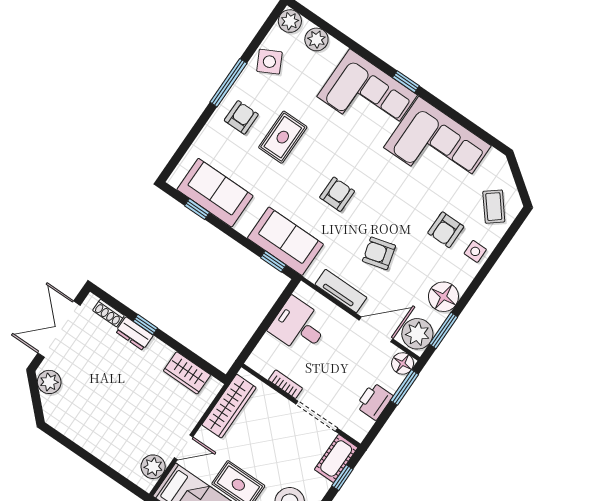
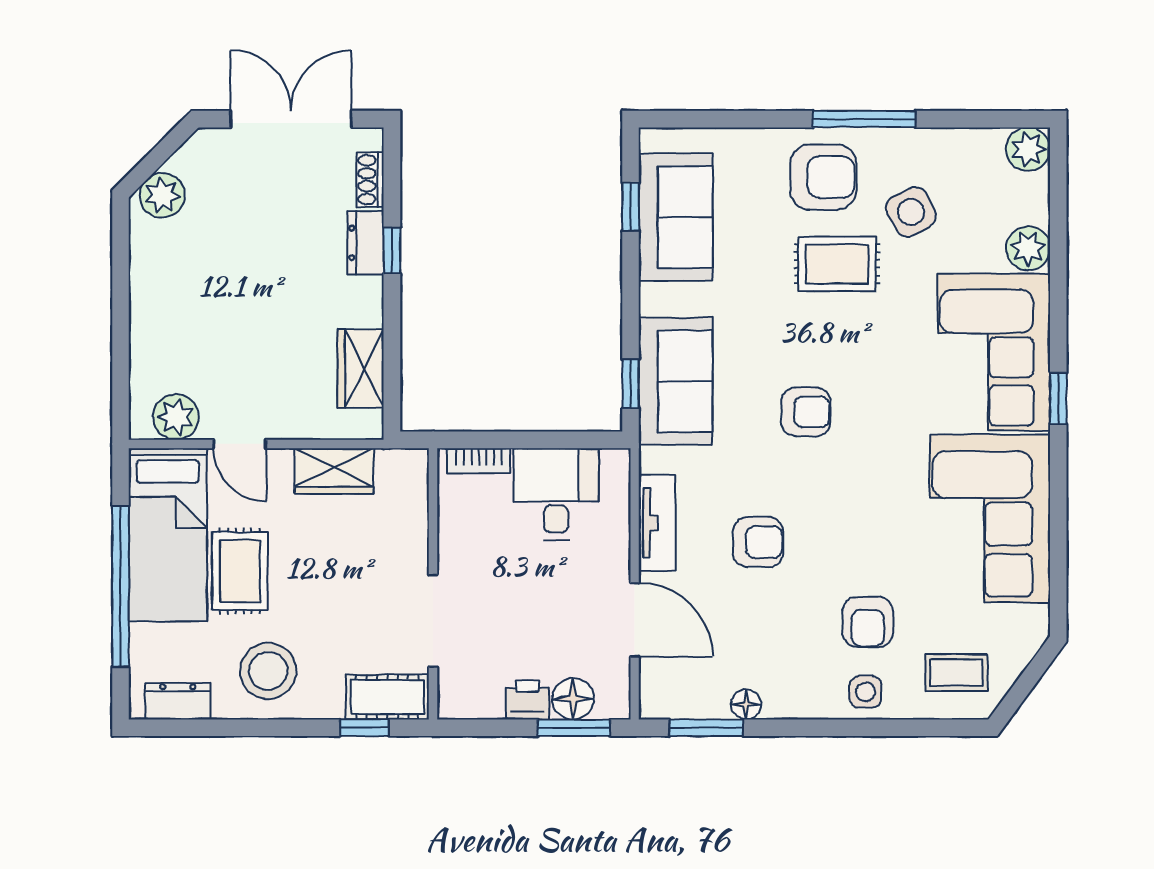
plant: (316, 39) -> (1028, 248), moved
side table: (269, 62) -> (911, 212), moved
armchair: (241, 117) -> (823, 177), width x1.38, depth x1.38
coffee table: (494, 207) -> (957, 673), turned 39
armchair: (446, 230) -> (868, 622), turned -90
armchair: (379, 253) -> (758, 542), turned 105
floor lamp: (443, 297) -> (746, 704), width x0.53, depth x0.53
plant: (417, 334) -> (673, 690), removed
floor lamp: (403, 363) -> (573, 699), moved
plant: (49, 382) -> (162, 195), moved
bookcase: (285, 384) -> (479, 461), moved, turned 90
printer: (374, 401) -> (527, 700), width x0.73, depth x0.81
wardrobe: (229, 406) -> (334, 471), width x0.67

